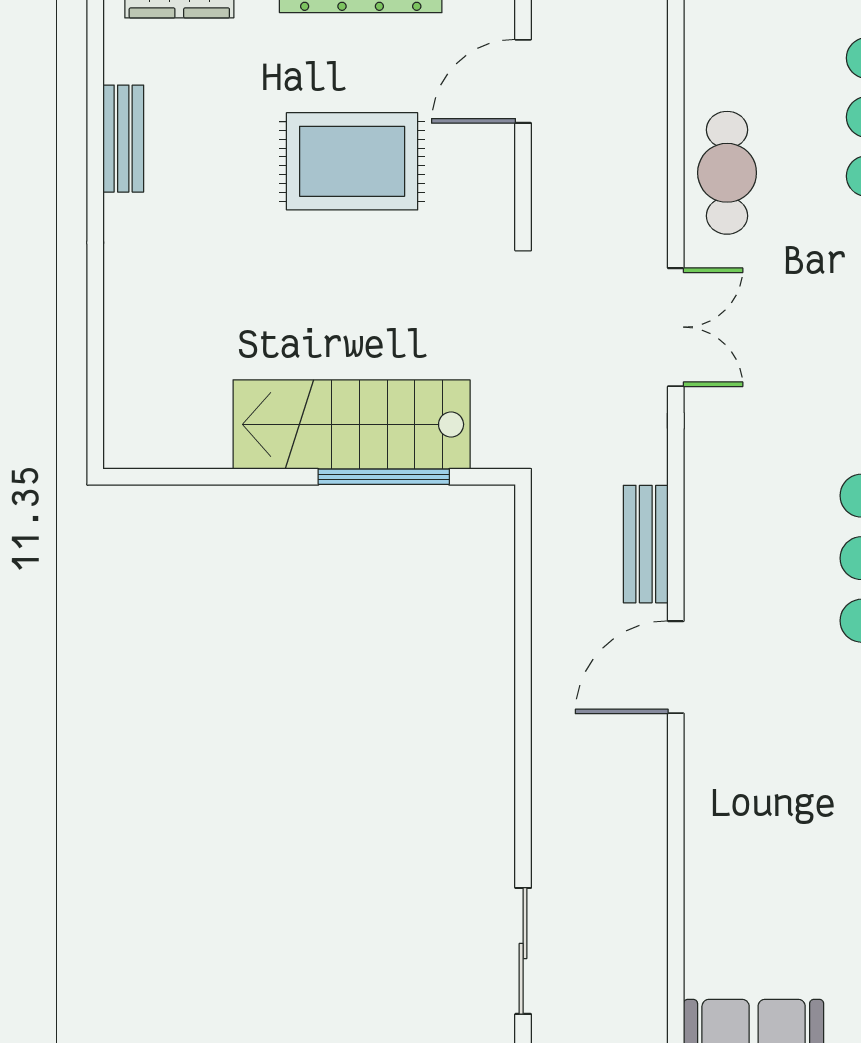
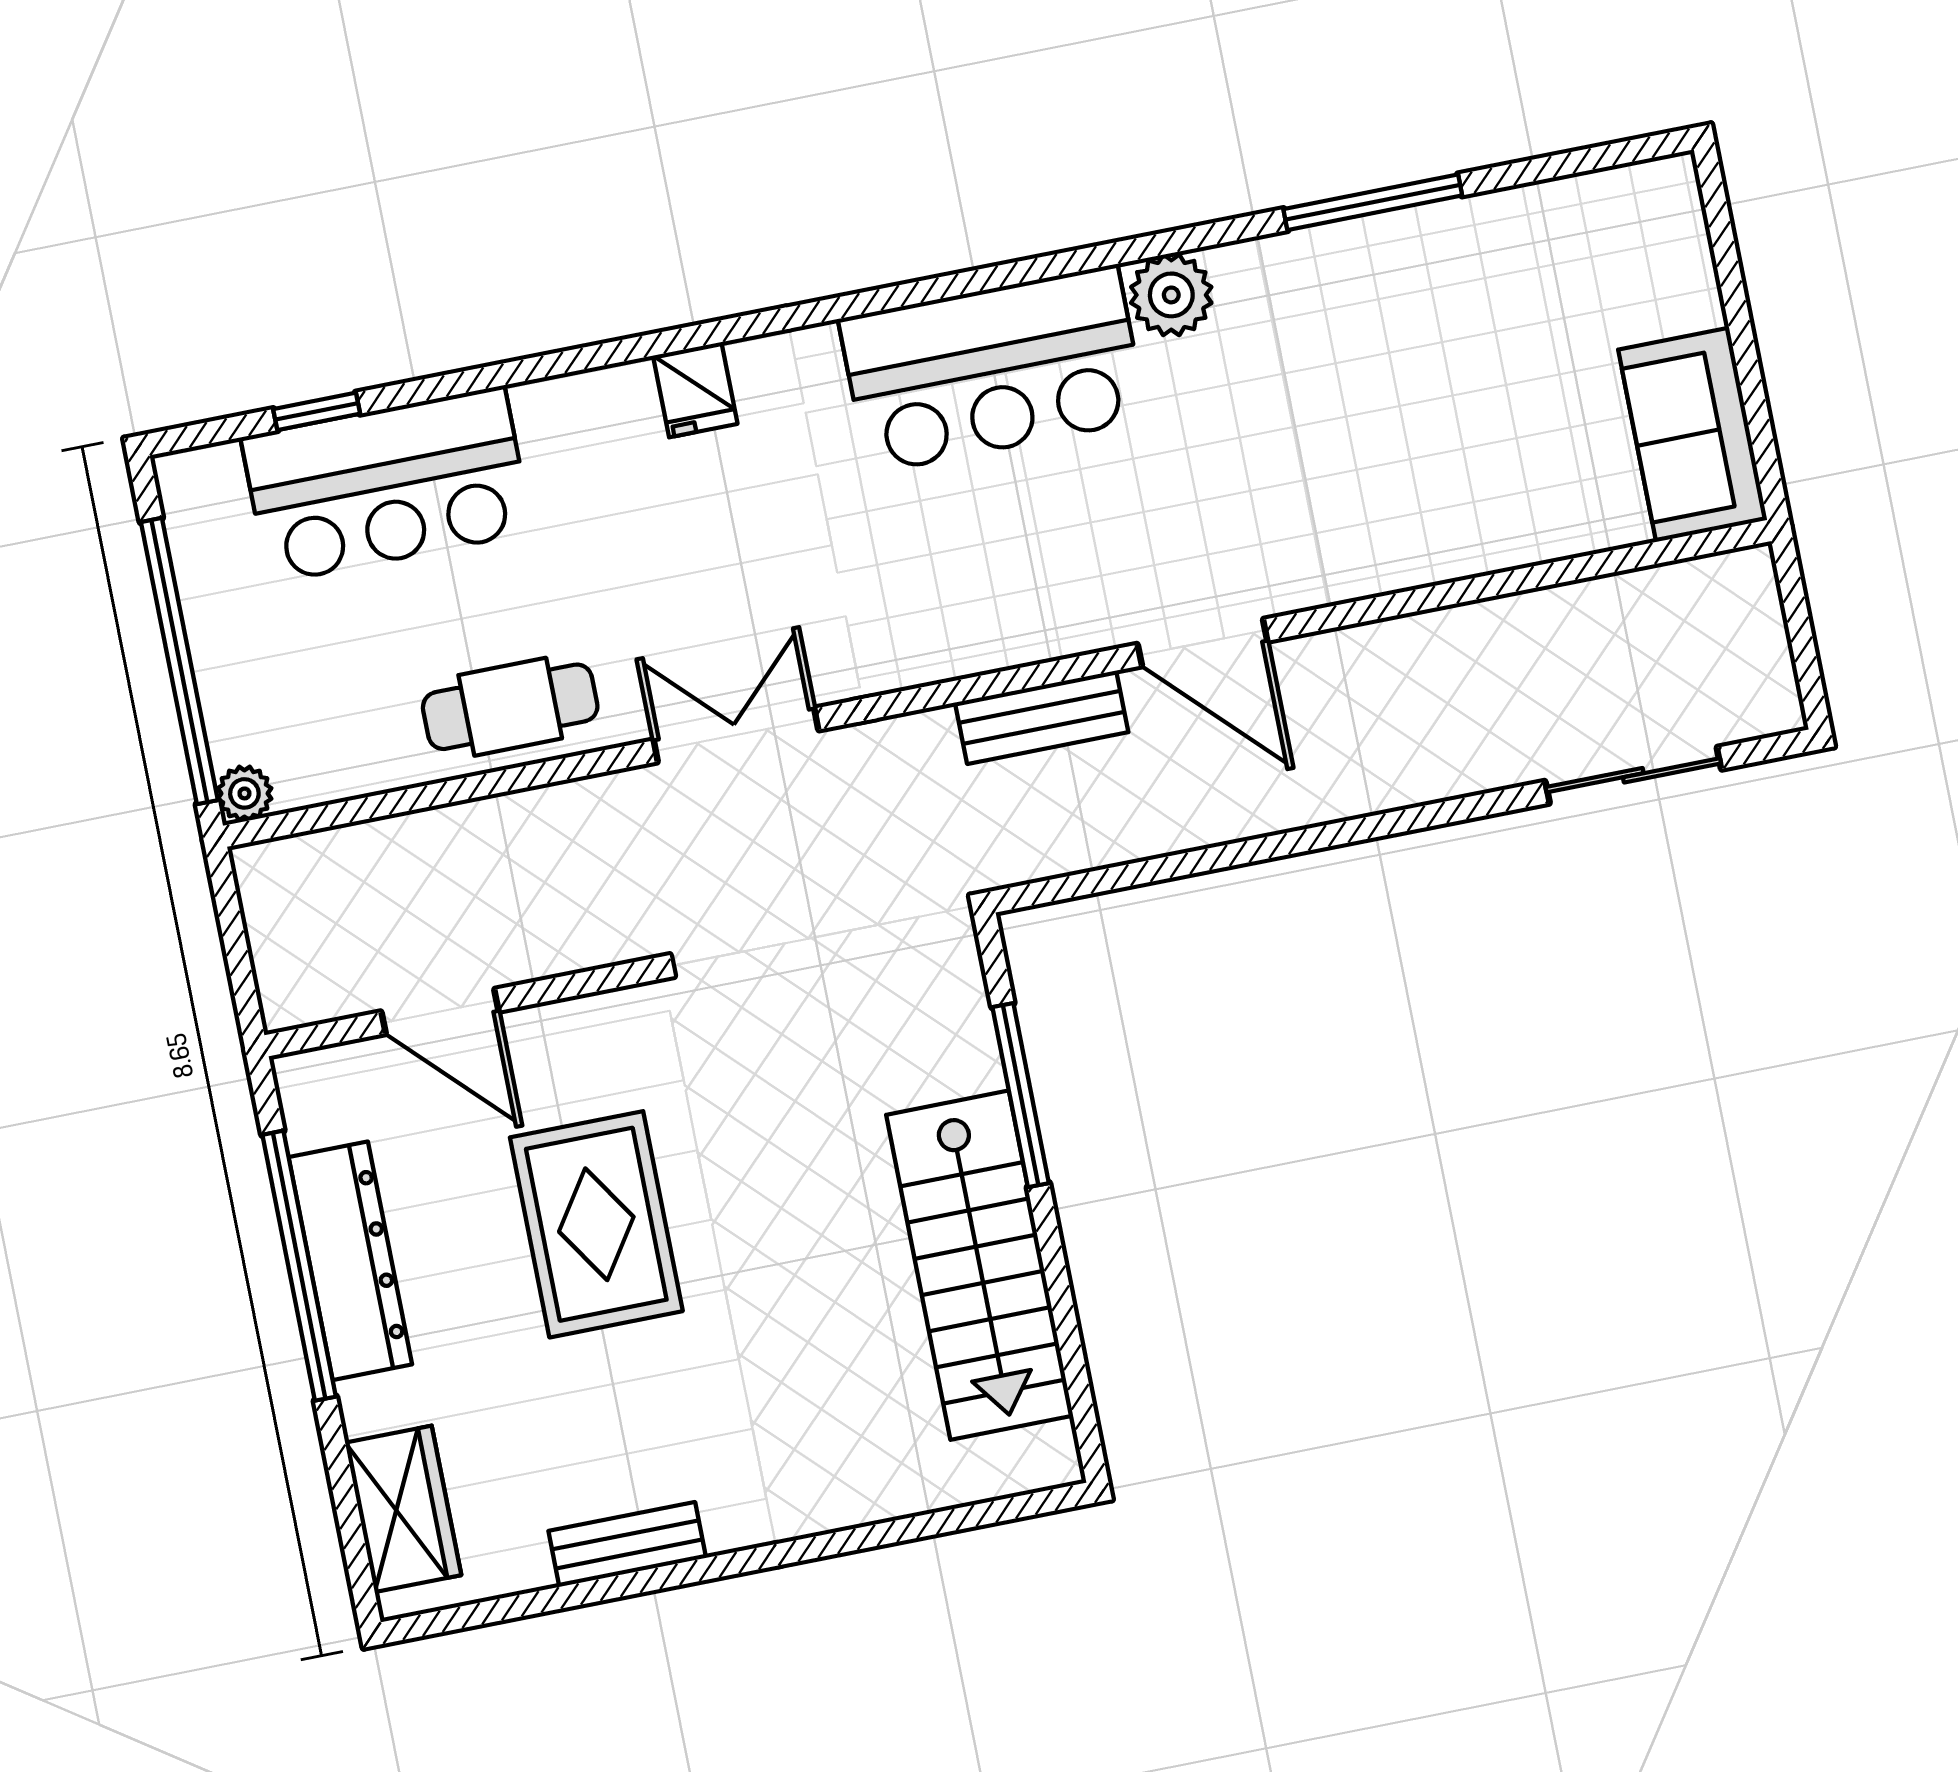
stairs: (352, 424) -> (980, 1265), moved

